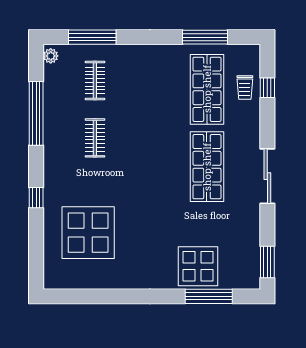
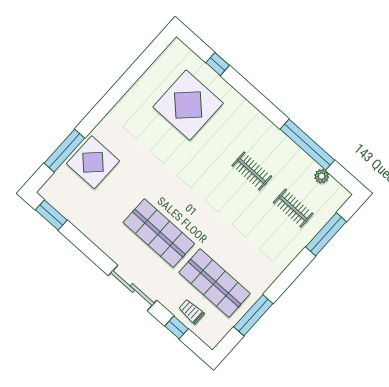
plant: (51, 56) -> (322, 176), moved
sliding door: (267, 176) -> (133, 288), moved
window: (36, 198) -> (218, 64), moved

